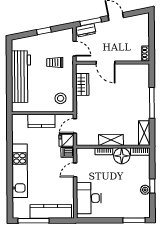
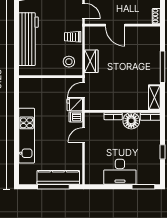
trolley: (55, 62) -> (73, 37), moved
wardrobe: (82, 84) -> (91, 61), moved
kitchen counter: (41, 121) -> (49, 85), removed
shelving: (111, 140) -> (120, 105), removed
plant: (145, 190) -> (155, 156), removed
desk: (89, 198) -> (120, 172), moved, turned -90
window: (34, 221) -> (53, 187), moved

